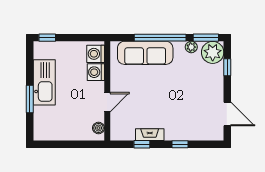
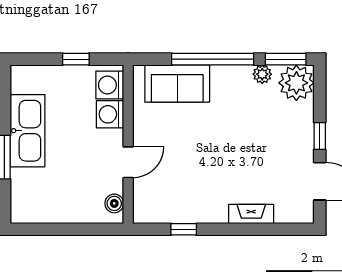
window: (47, 38) -> (76, 59), moved
sofa: (145, 53) -> (177, 84), width x0.73
window: (227, 67) -> (320, 136), moved
fireplace: (150, 135) -> (251, 214), moved
window: (180, 144) -> (244, 229), removed

